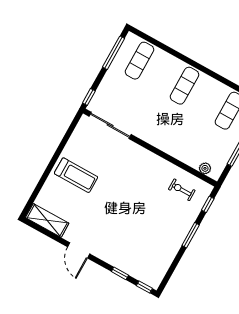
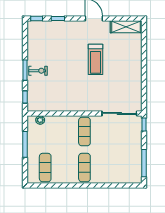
exercise mat: (139, 61) -> (84, 132), moved
treadmill: (76, 175) -> (96, 59), moved, turned -90
exercise bike: (182, 190) -> (38, 71), moved

